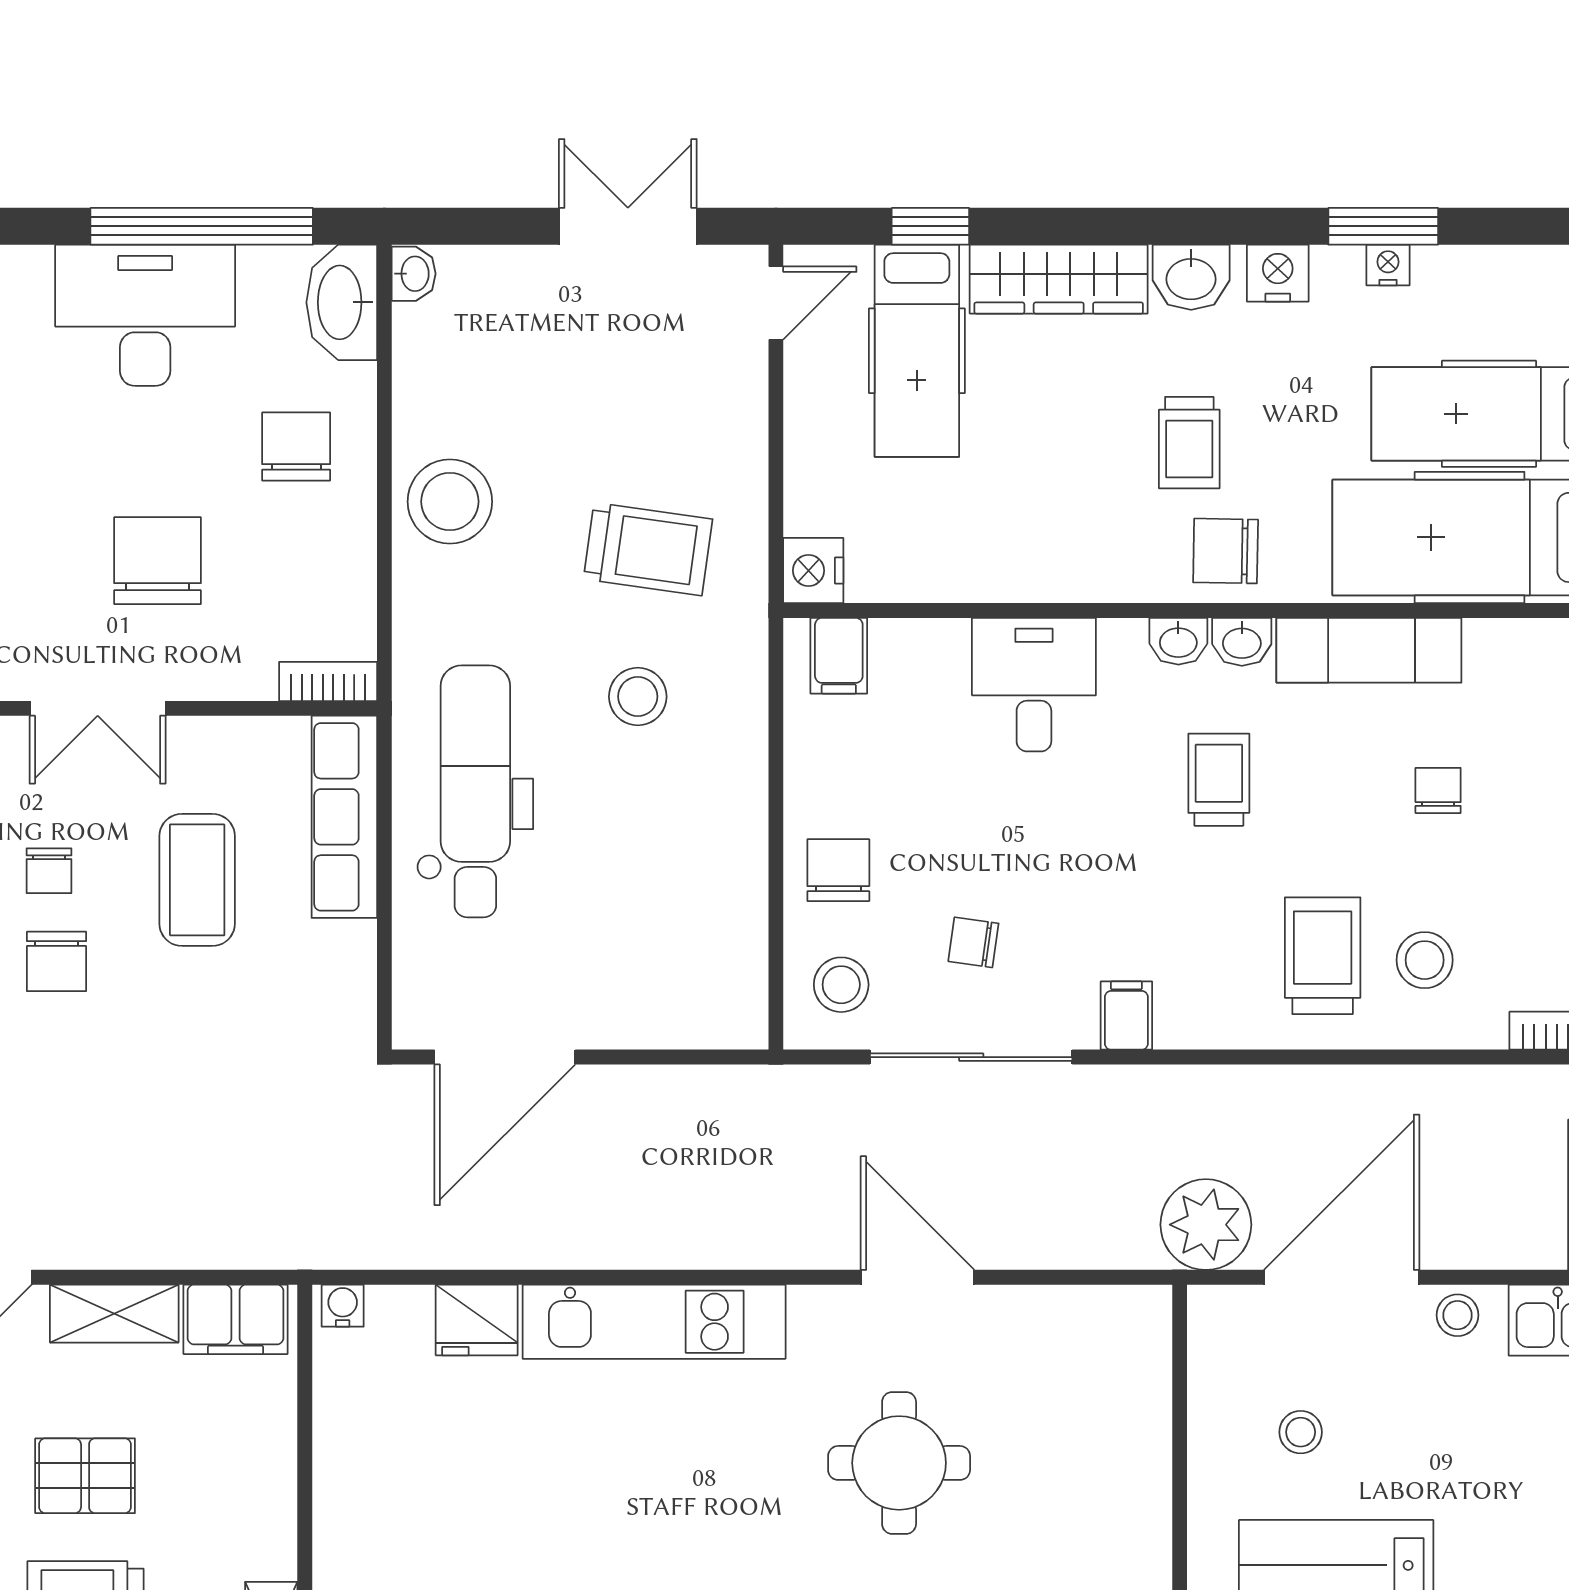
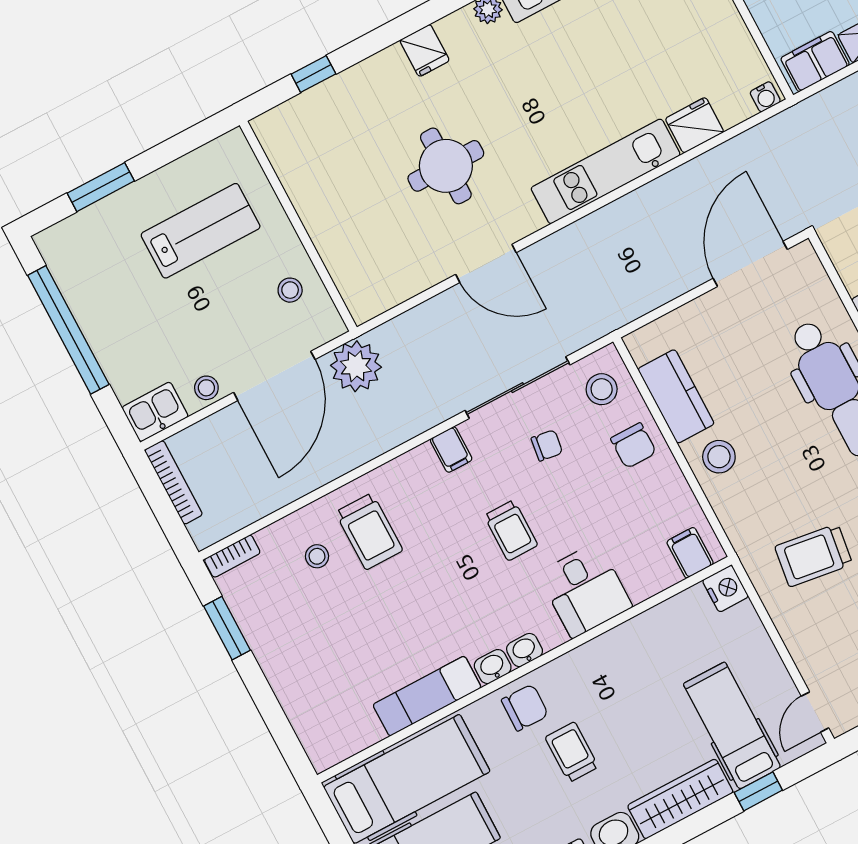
stool: (638, 697) -> (719, 457), moved
trolley: (1219, 780) -> (511, 530), moved
chair: (1438, 790) -> (355, 645), removed
kitchen counter: (731, 912) -> (676, 396), added
stool: (1425, 960) -> (317, 556), width x0.73, depth x0.73
stool: (1301, 1432) -> (290, 290), moved

